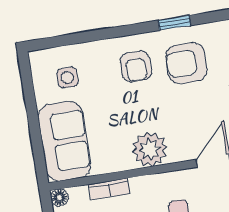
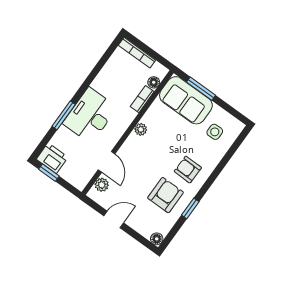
window: (36, 138) -> (201, 89), added
plant: (150, 149) -> (141, 129), width x0.53, depth x0.53
floor lamp: (59, 198) -> (154, 82), moved

